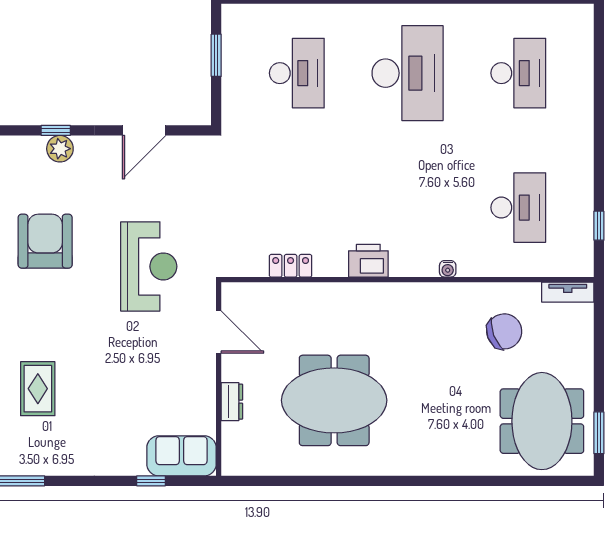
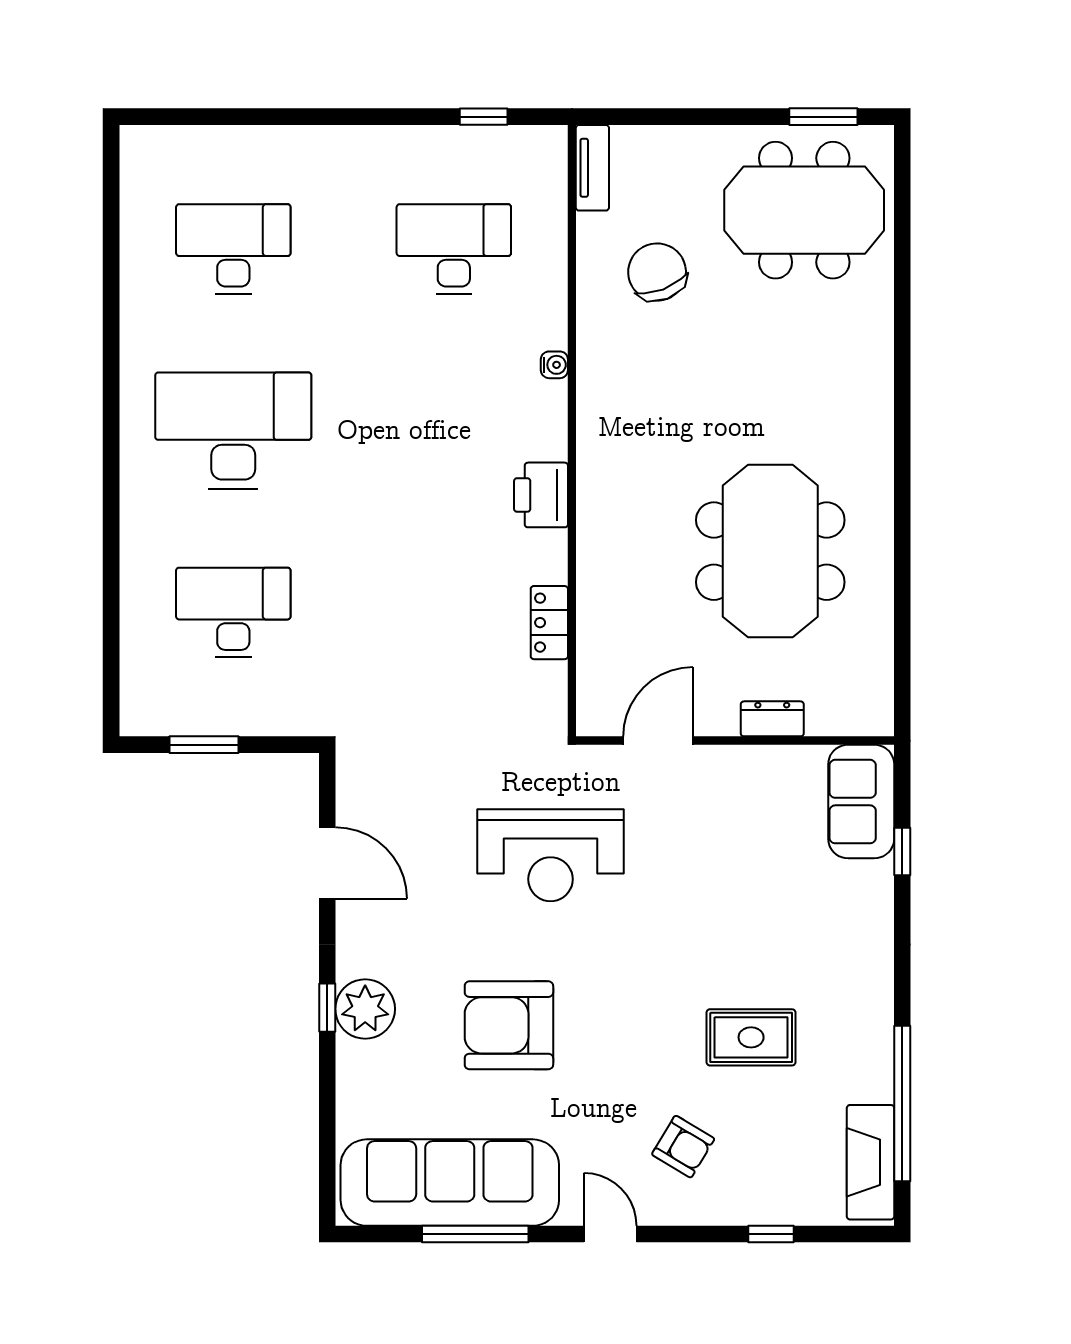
plant: (60, 149) -> (365, 1009), width x1.36, depth x1.36
reception desk: (149, 266) -> (551, 855), turned 180

